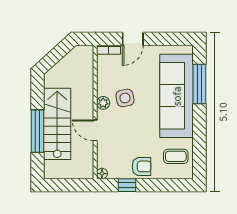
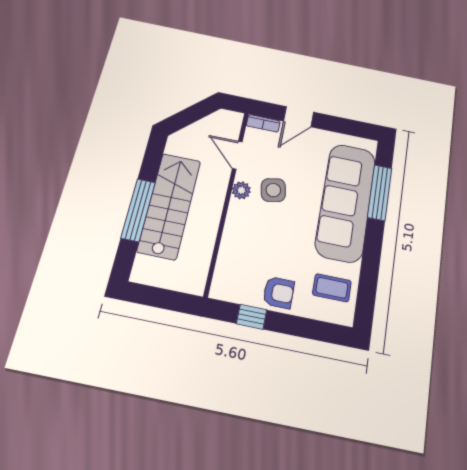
door: (95, 130) -> (237, 155), moved
floor lamp: (102, 174) -> (218, 291), removed

